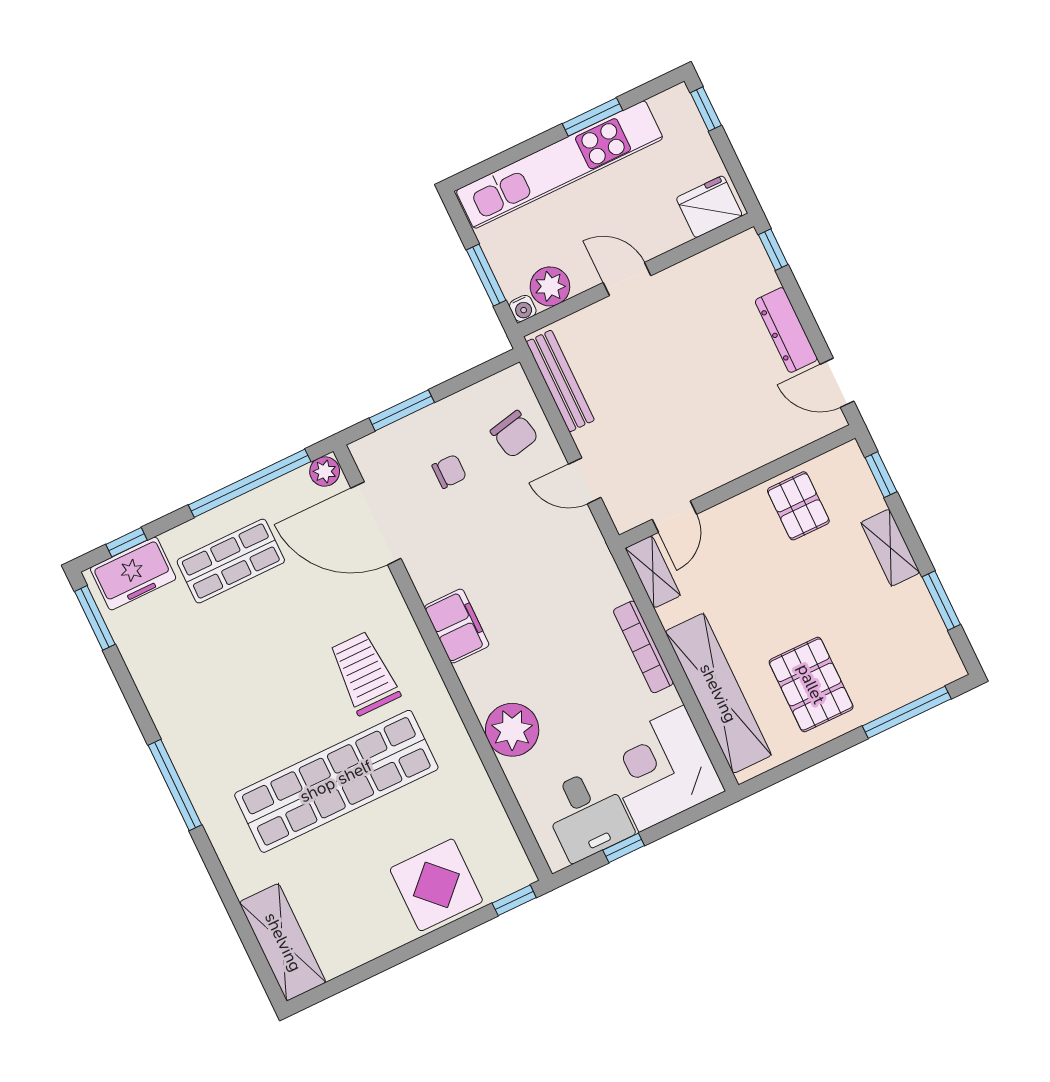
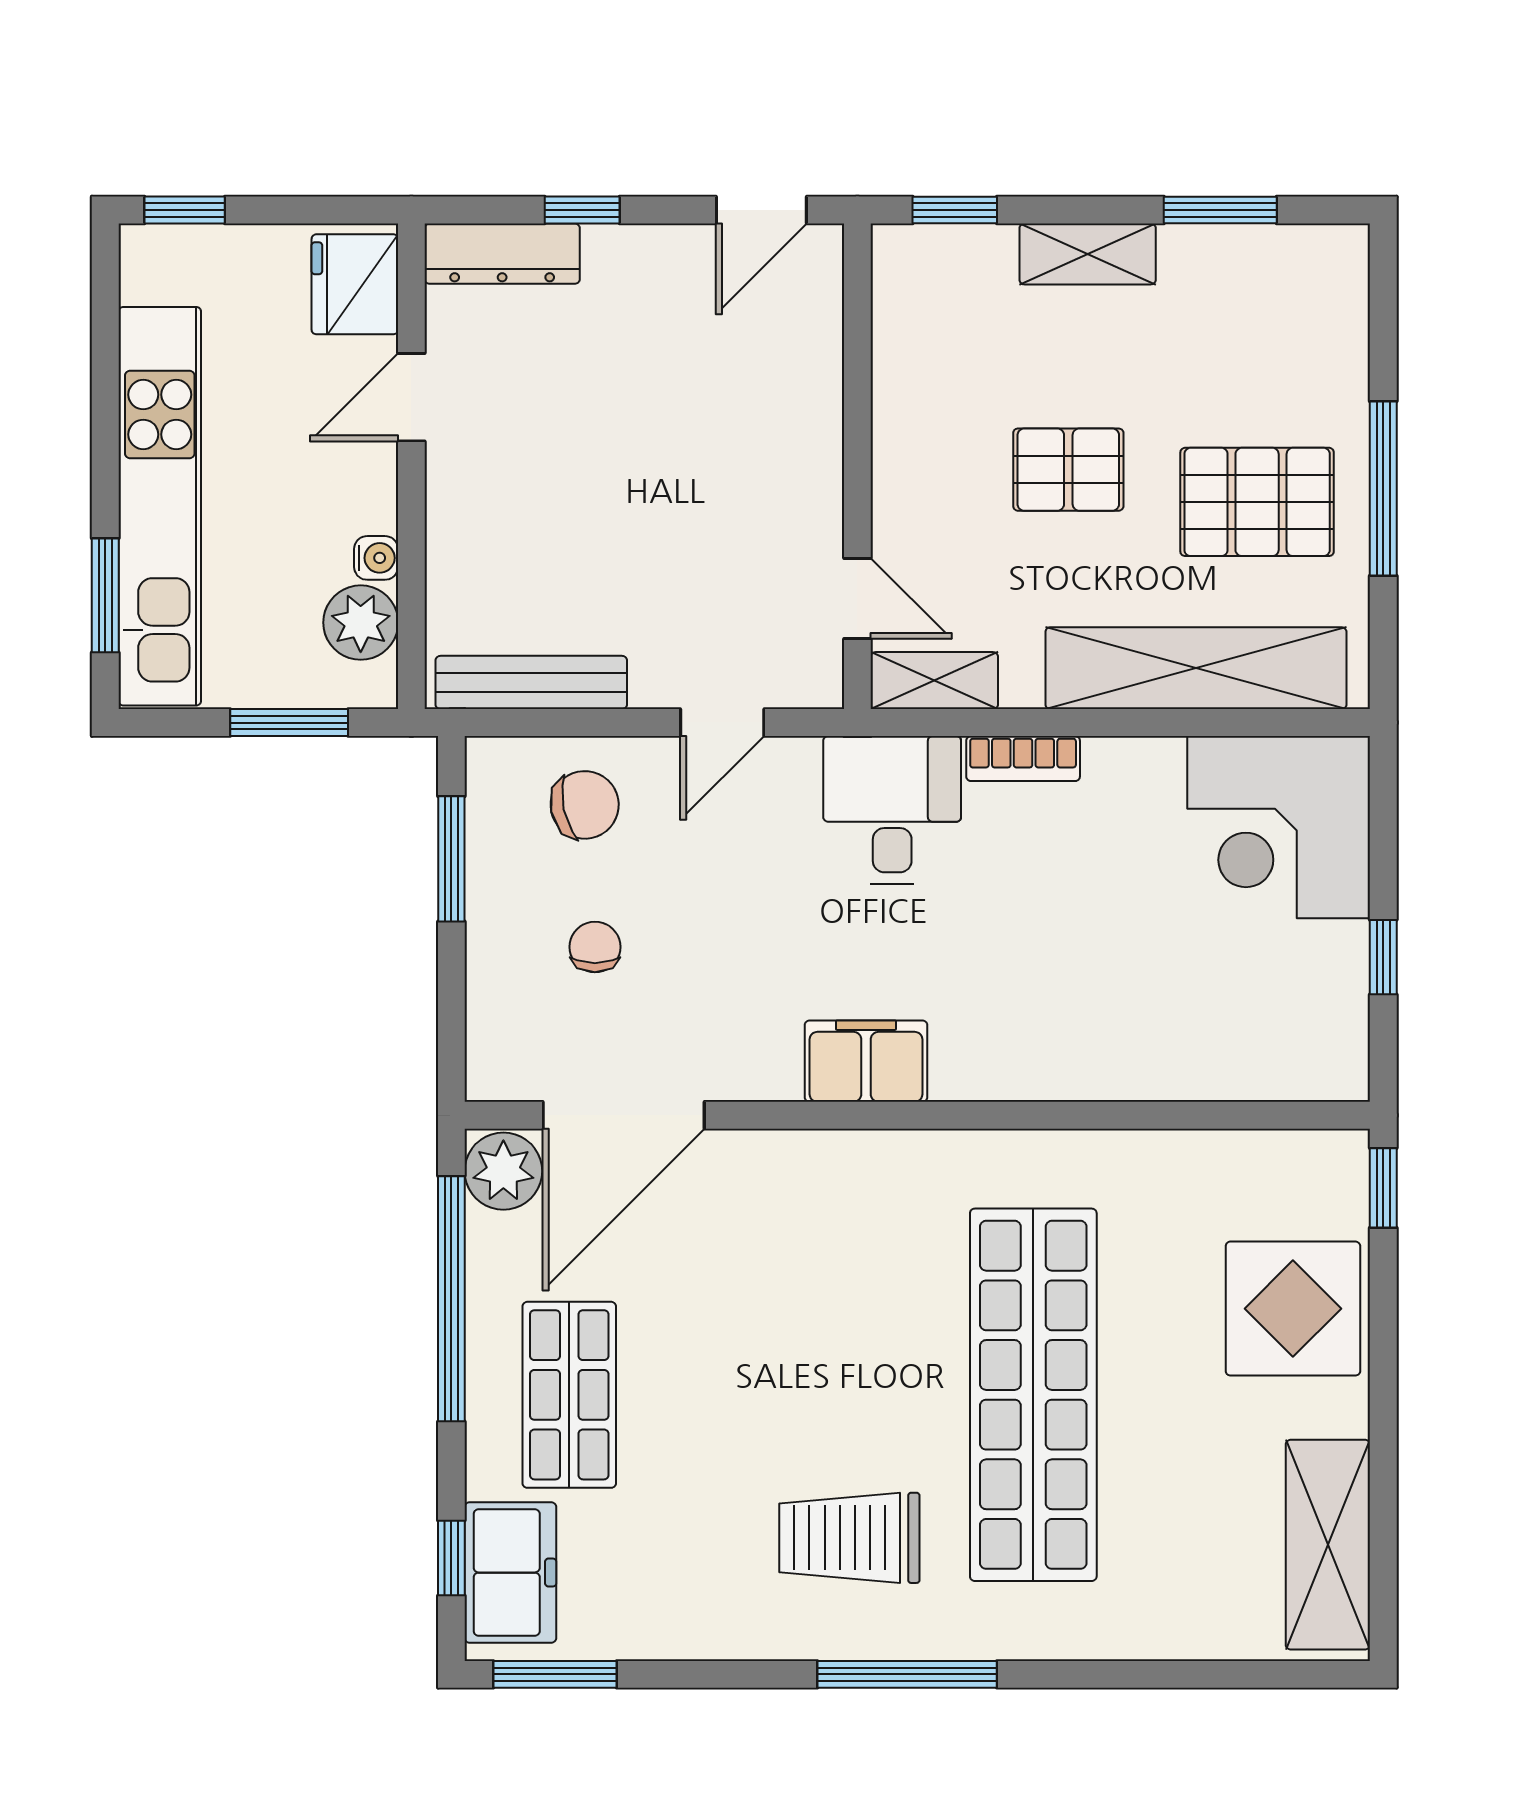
window: (592, 117) -> (105, 595), moved
window: (773, 250) -> (582, 210), moved
door: (627, 279) -> (411, 397), moved
water cooler: (523, 308) -> (376, 558), moved
dresser: (786, 330) -> (502, 254), moved
window: (402, 410) -> (451, 859), moved
plant: (325, 471) -> (503, 1171), width x1.38, depth x1.38
pallet: (798, 506) -> (1068, 470), moved
bookcase: (643, 647) -> (1023, 759), width x0.64
trolley: (364, 673) -> (849, 1538), moved
window: (907, 712) -> (1383, 489), moved
plant: (512, 730) -> (1089, 1051), removed
desk: (587, 814) -> (892, 810), moved, turned -90
shelving: (283, 942) -> (1328, 1545), moved, turned 90

